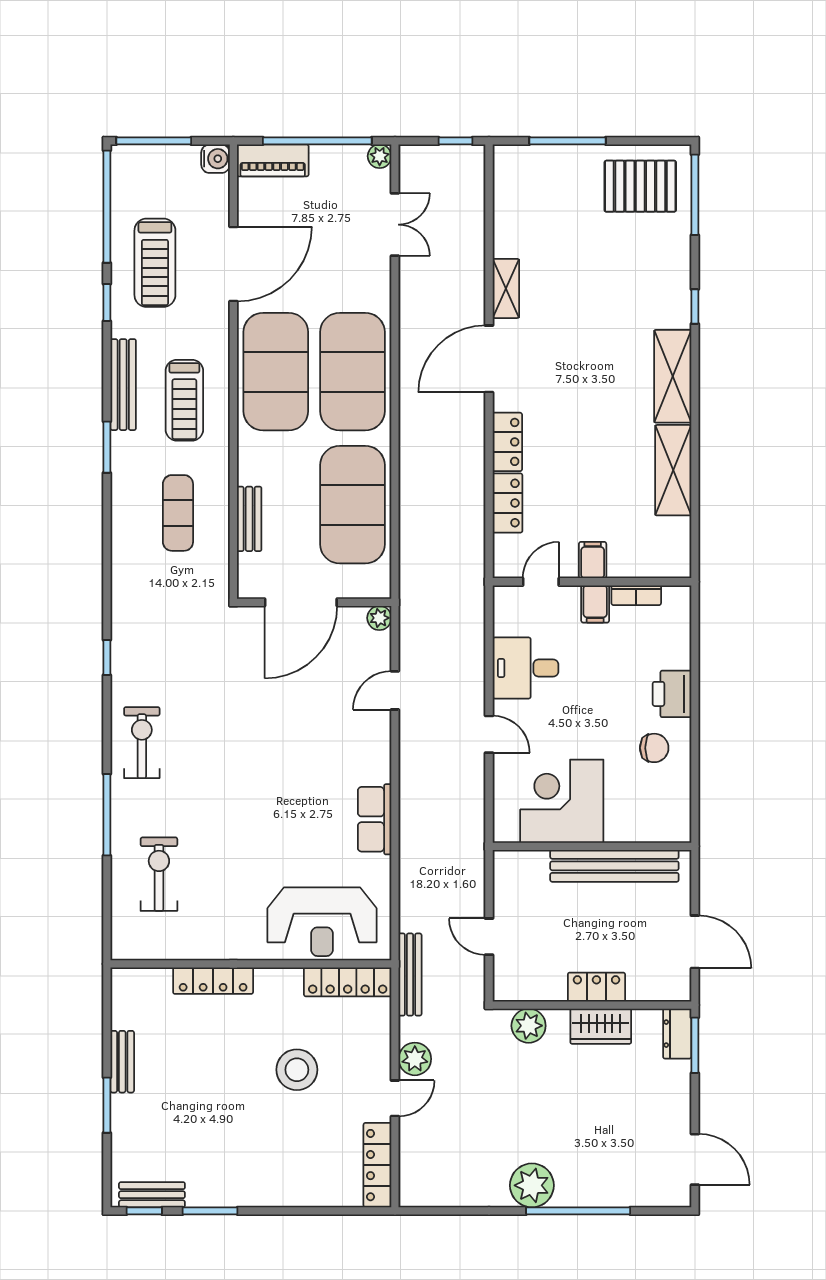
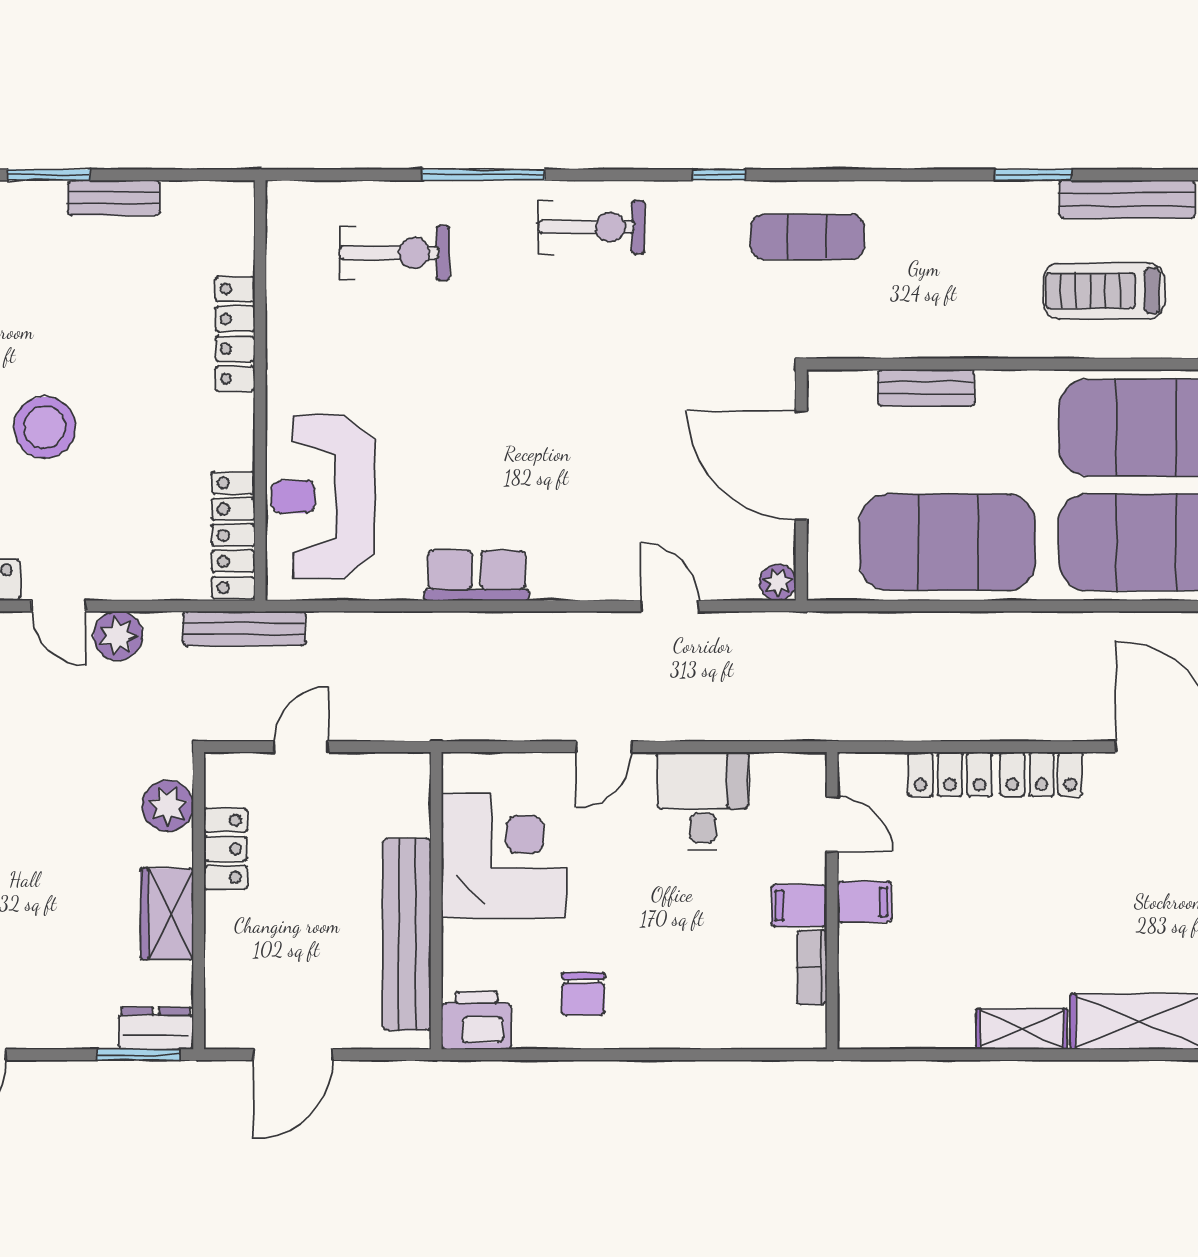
shelving: (673, 470) -> (1022, 1029), width x0.67, depth x0.75
exercise mat: (178, 513) -> (807, 237), moved
printer: (672, 694) -> (476, 1021), moved
locker: (596, 987) -> (226, 849), moved
stool: (297, 1070) -> (45, 427), moved

